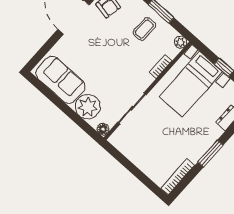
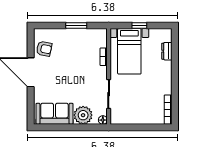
coffee table: (144, 29) -> (76, 44), removed
plant: (181, 42) -> (103, 33), removed
window: (211, 154) -> (175, 80), removed

